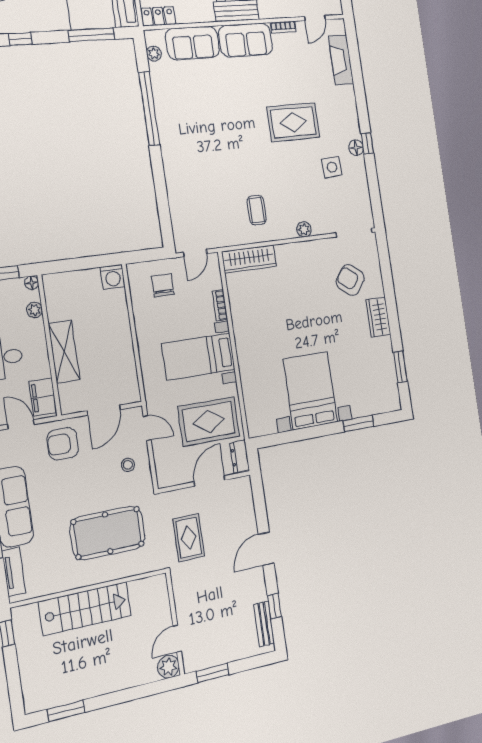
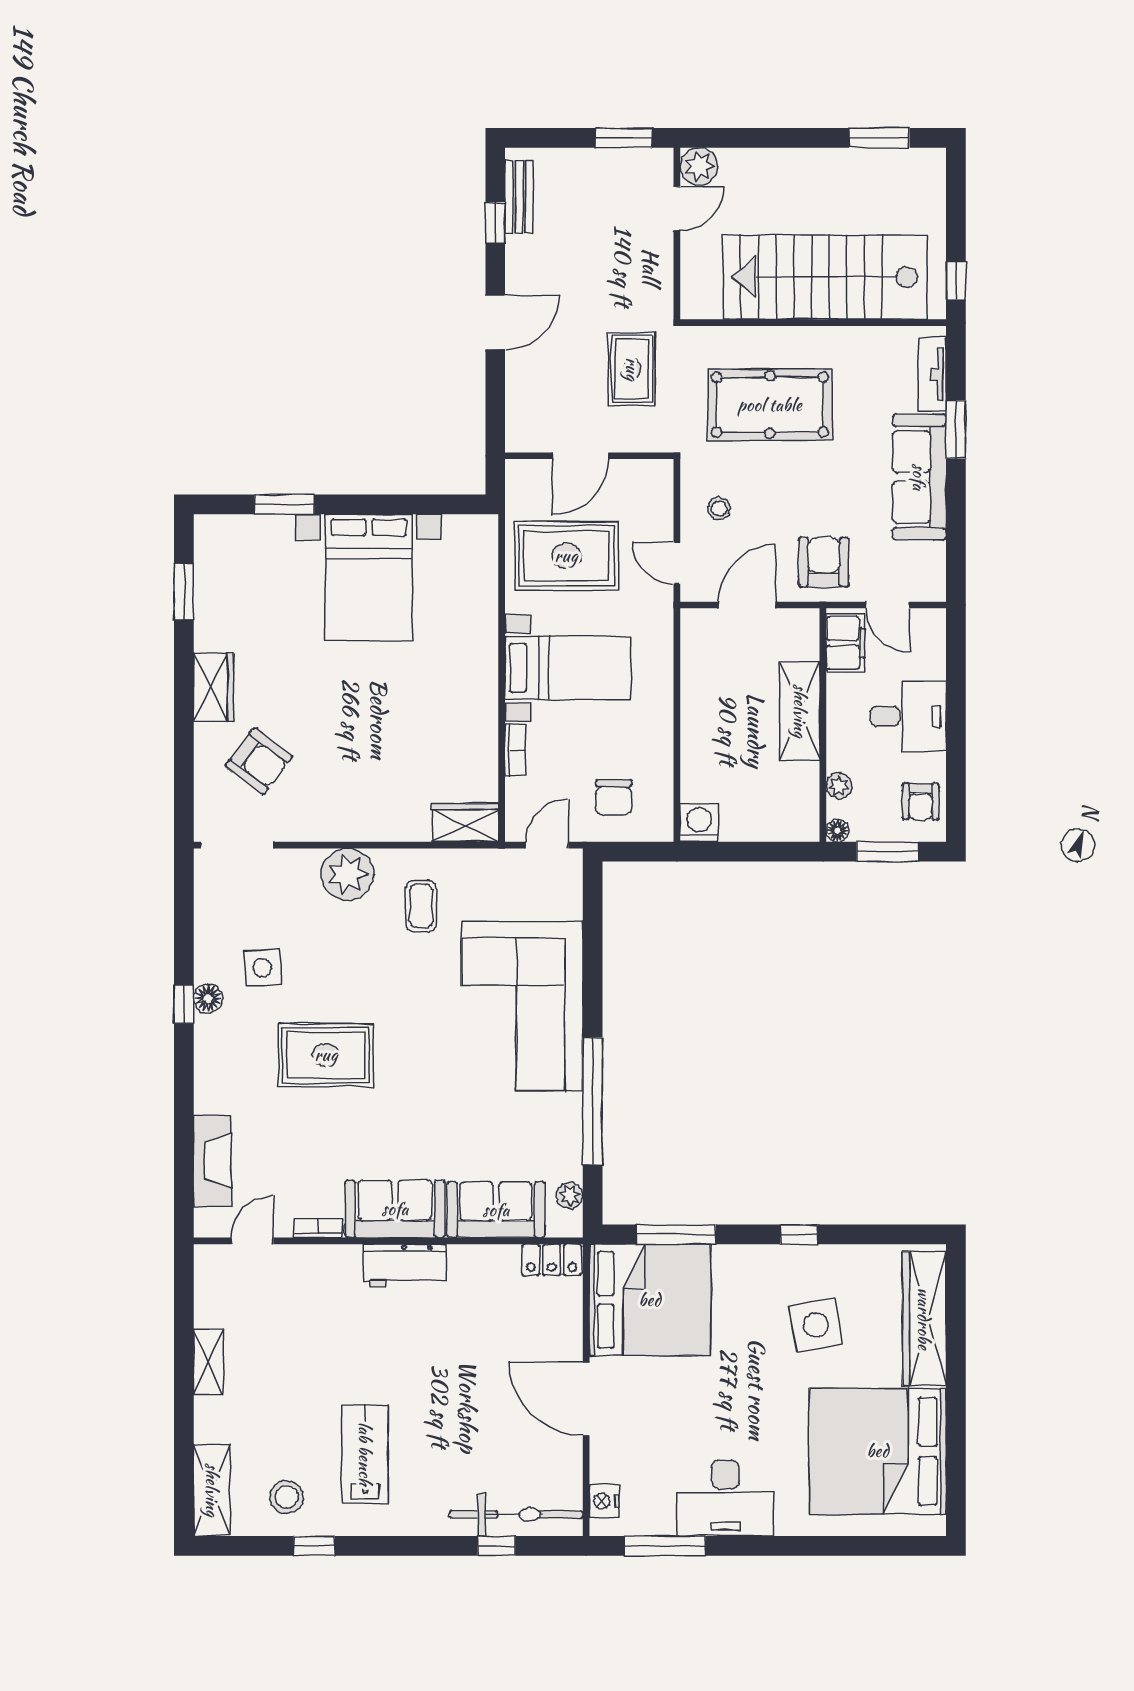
corner sofa: (195, 159) -> (522, 1006), added
plant: (304, 229) -> (348, 874), width x1.87, depth x1.87
wardrobe: (249, 259) -> (465, 823), width x0.67
armchair: (63, 444) -> (824, 562), turned -90
dresser: (240, 457) -> (520, 487), removed
stairs: (85, 609) -> (825, 277), width x1.36, depth x1.51

